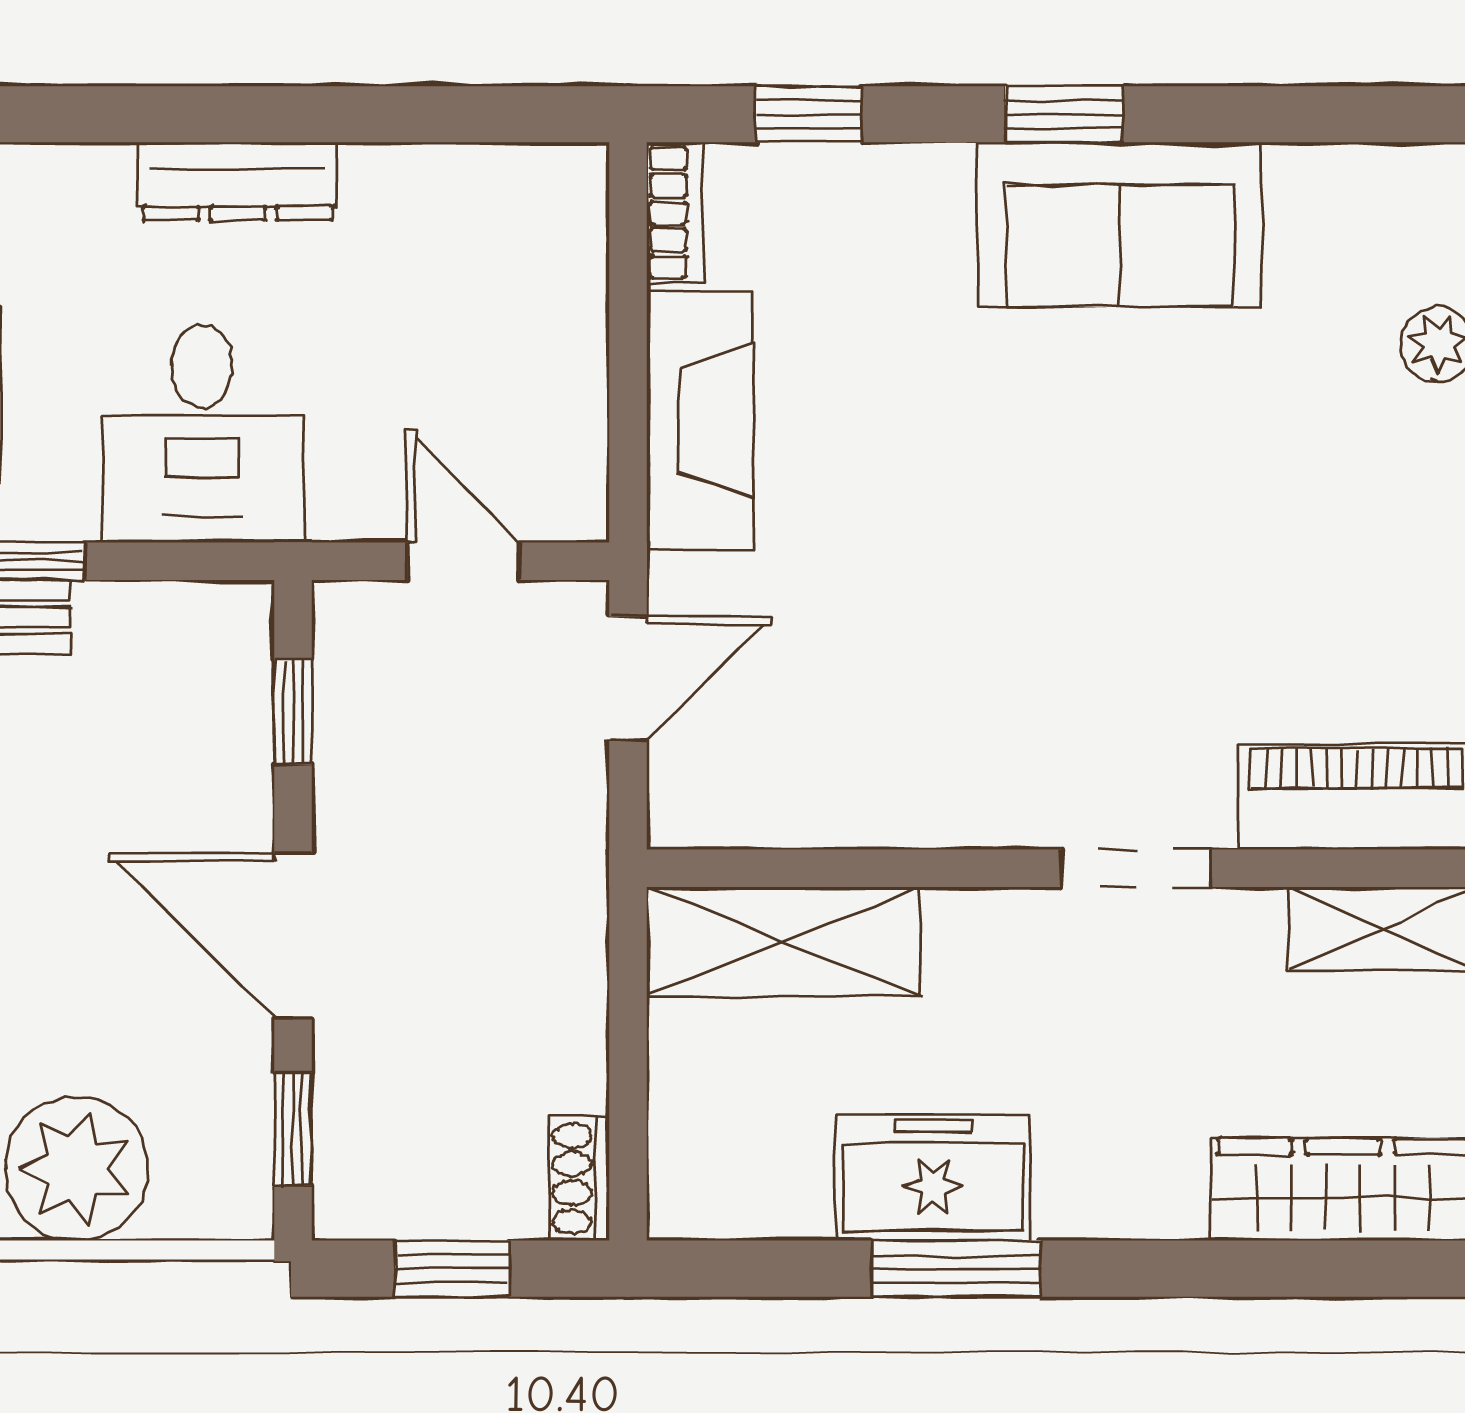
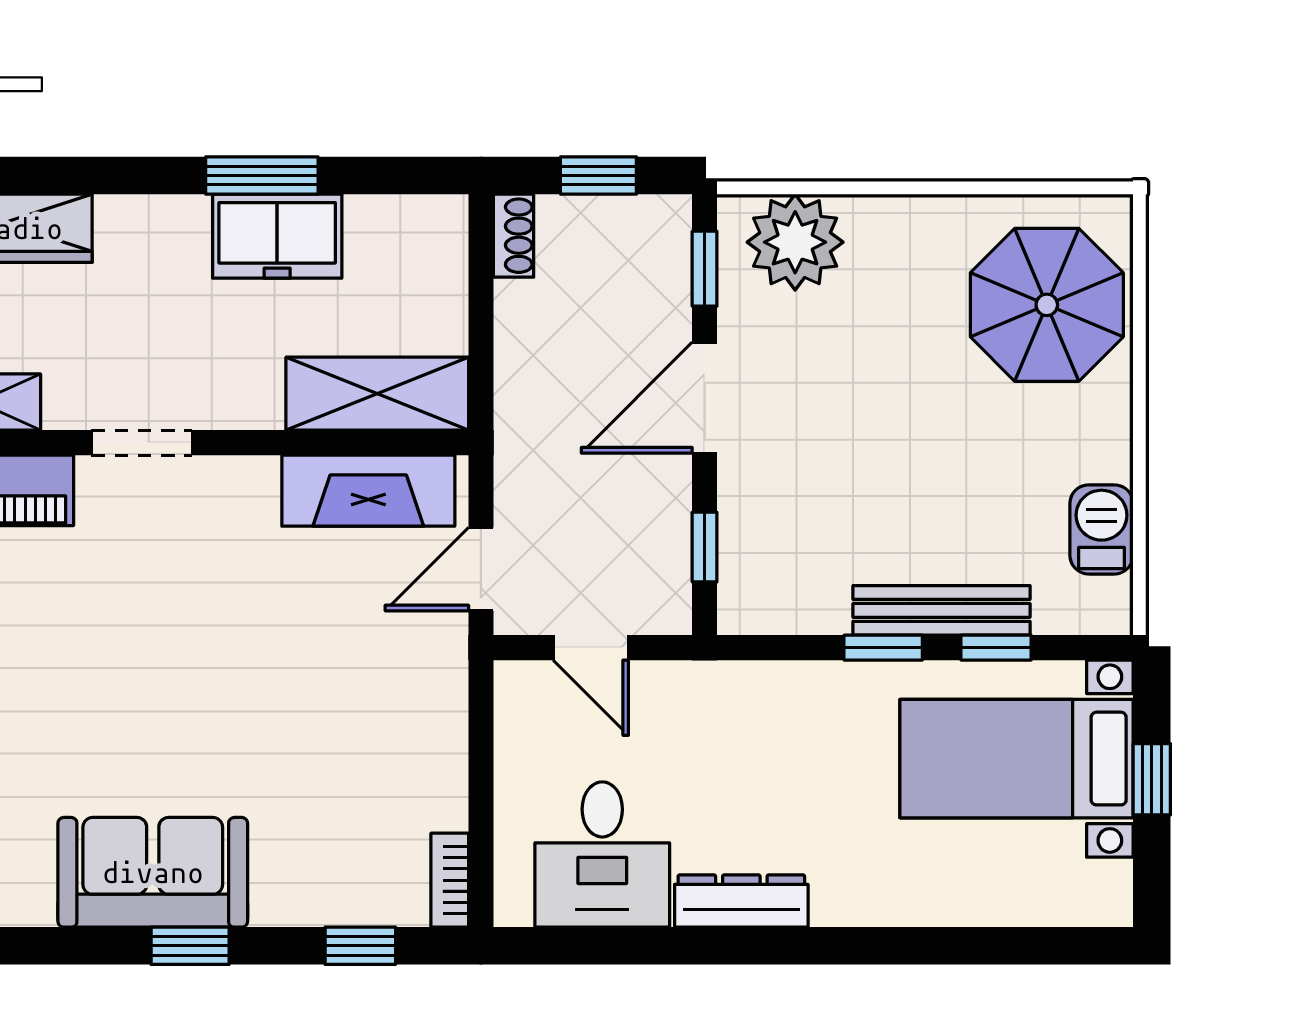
fireplace: (700, 420) -> (368, 491), moved, turned -90
desk: (202, 434) -> (602, 854), moved, turned 180
door: (293, 936) -> (705, 398), swing flipped
plant: (76, 1169) -> (795, 242), moved

